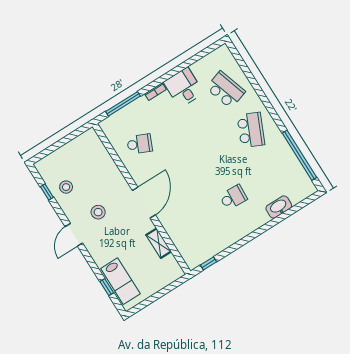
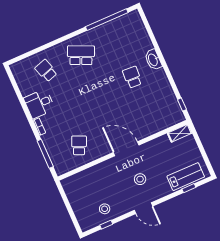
school desk: (226, 90) -> (46, 71), width x0.54
washbasin: (279, 207) -> (153, 60), moved
stool: (98, 212) -> (140, 179), moved
shelving: (159, 243) -> (180, 133), moved

